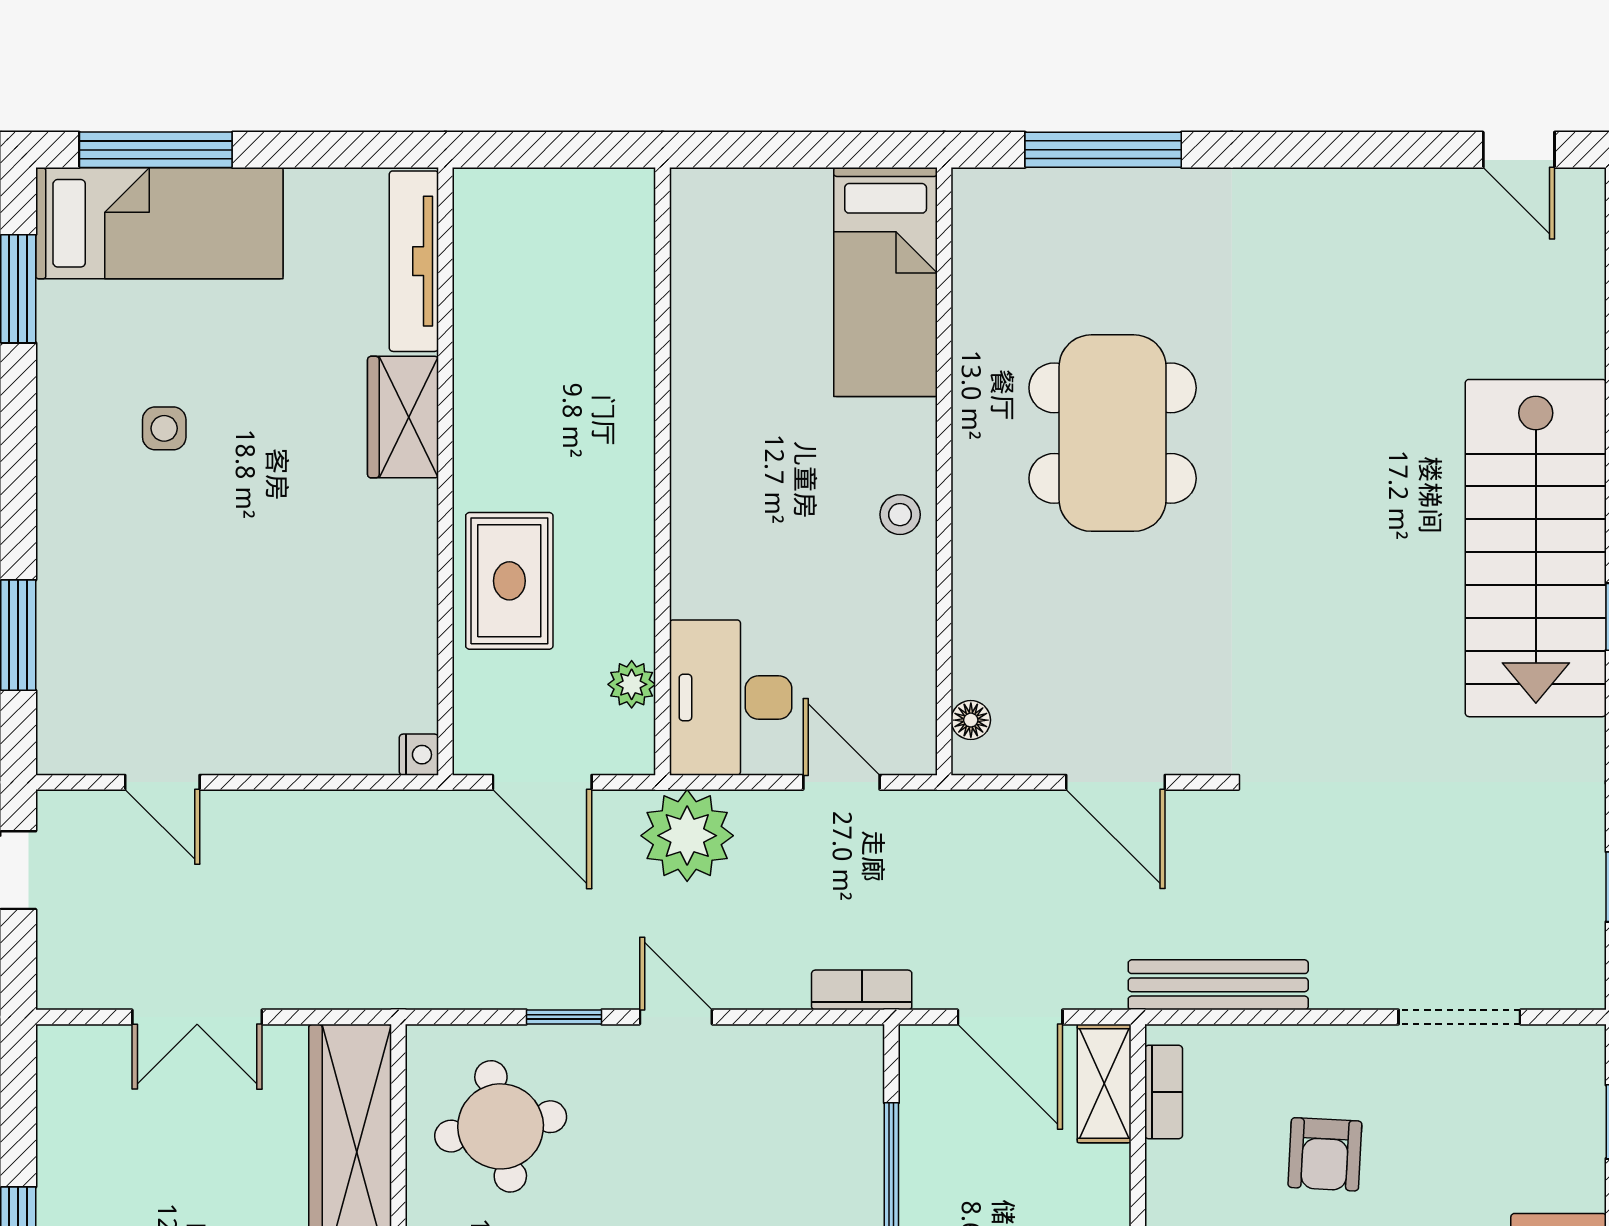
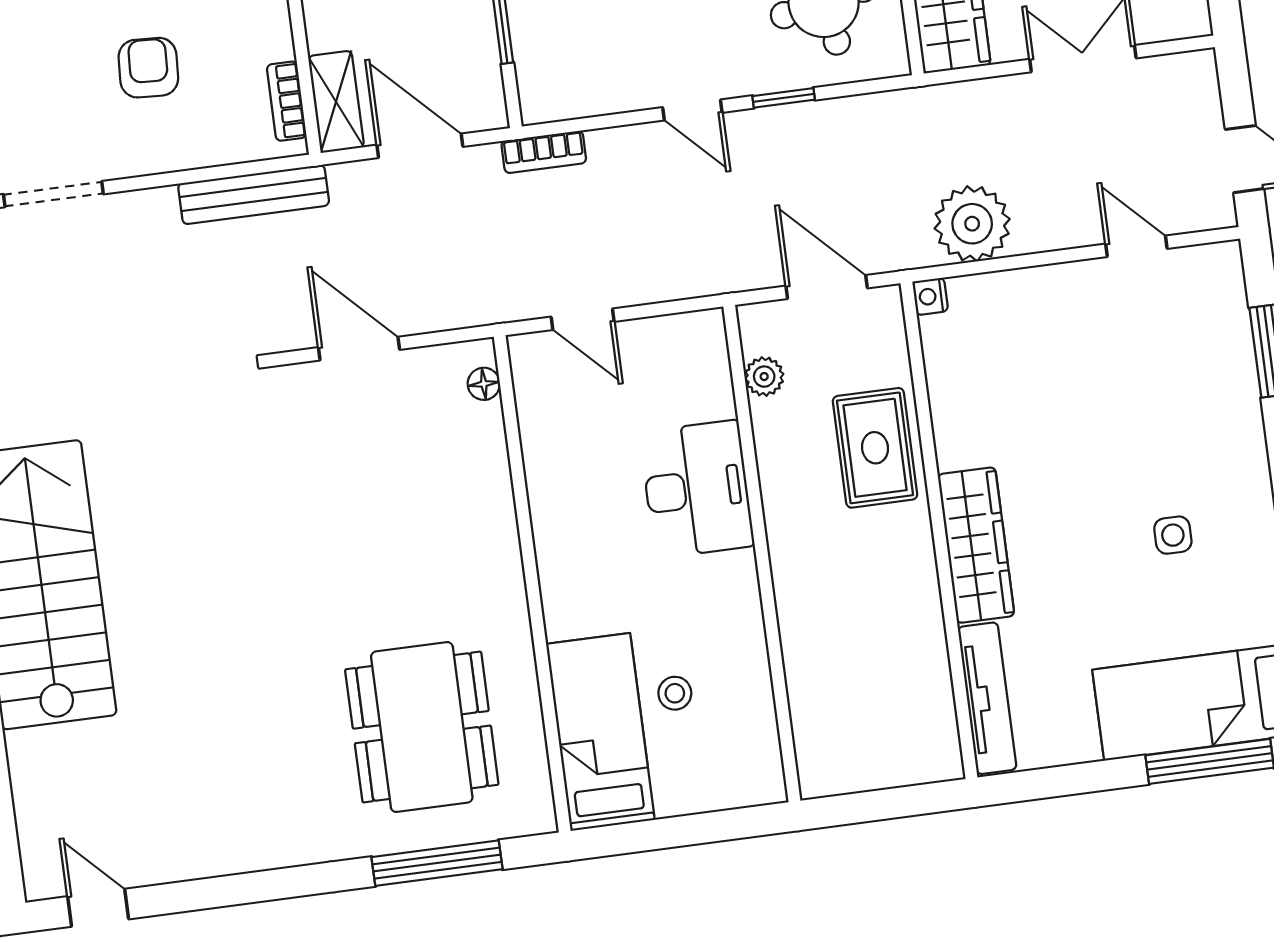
wardrobe: (403, 417) -> (976, 545), width x1.50
dining table: (1113, 433) -> (422, 727), moved
stool: (900, 515) -> (675, 693), moved
desk: (731, 698) -> (697, 489), moved
plant: (687, 836) -> (972, 224), moved

